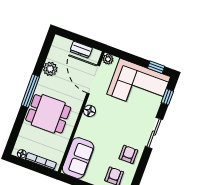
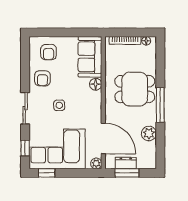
window: (83, 40) -> (127, 173), added
floor lamp: (90, 111) -> (96, 84), moved
side table: (122, 124) -> (59, 105), added

